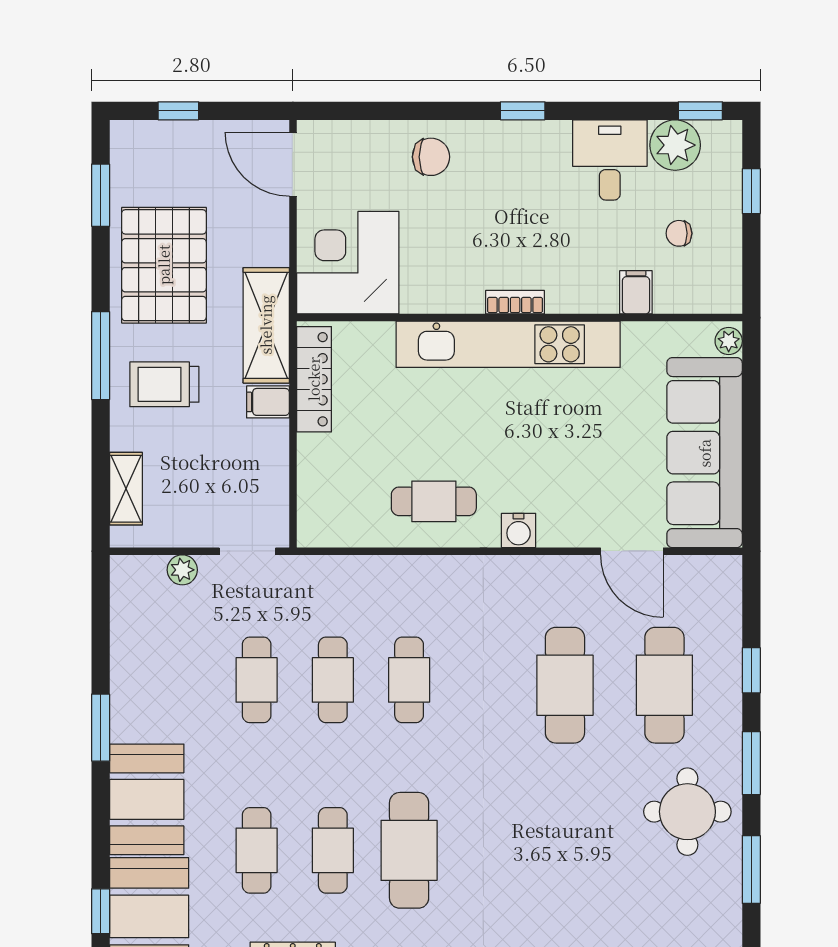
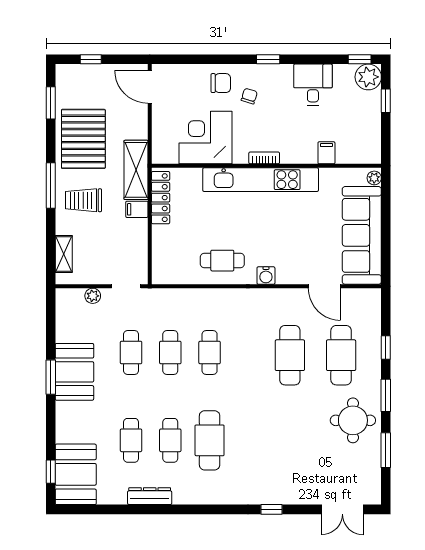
plant: (675, 145) -> (368, 77), moved
chair: (679, 233) -> (249, 96), moved, turned 107
corner desk: (348, 263) -> (205, 138), moved
booth: (147, 799) -> (74, 372), moved

